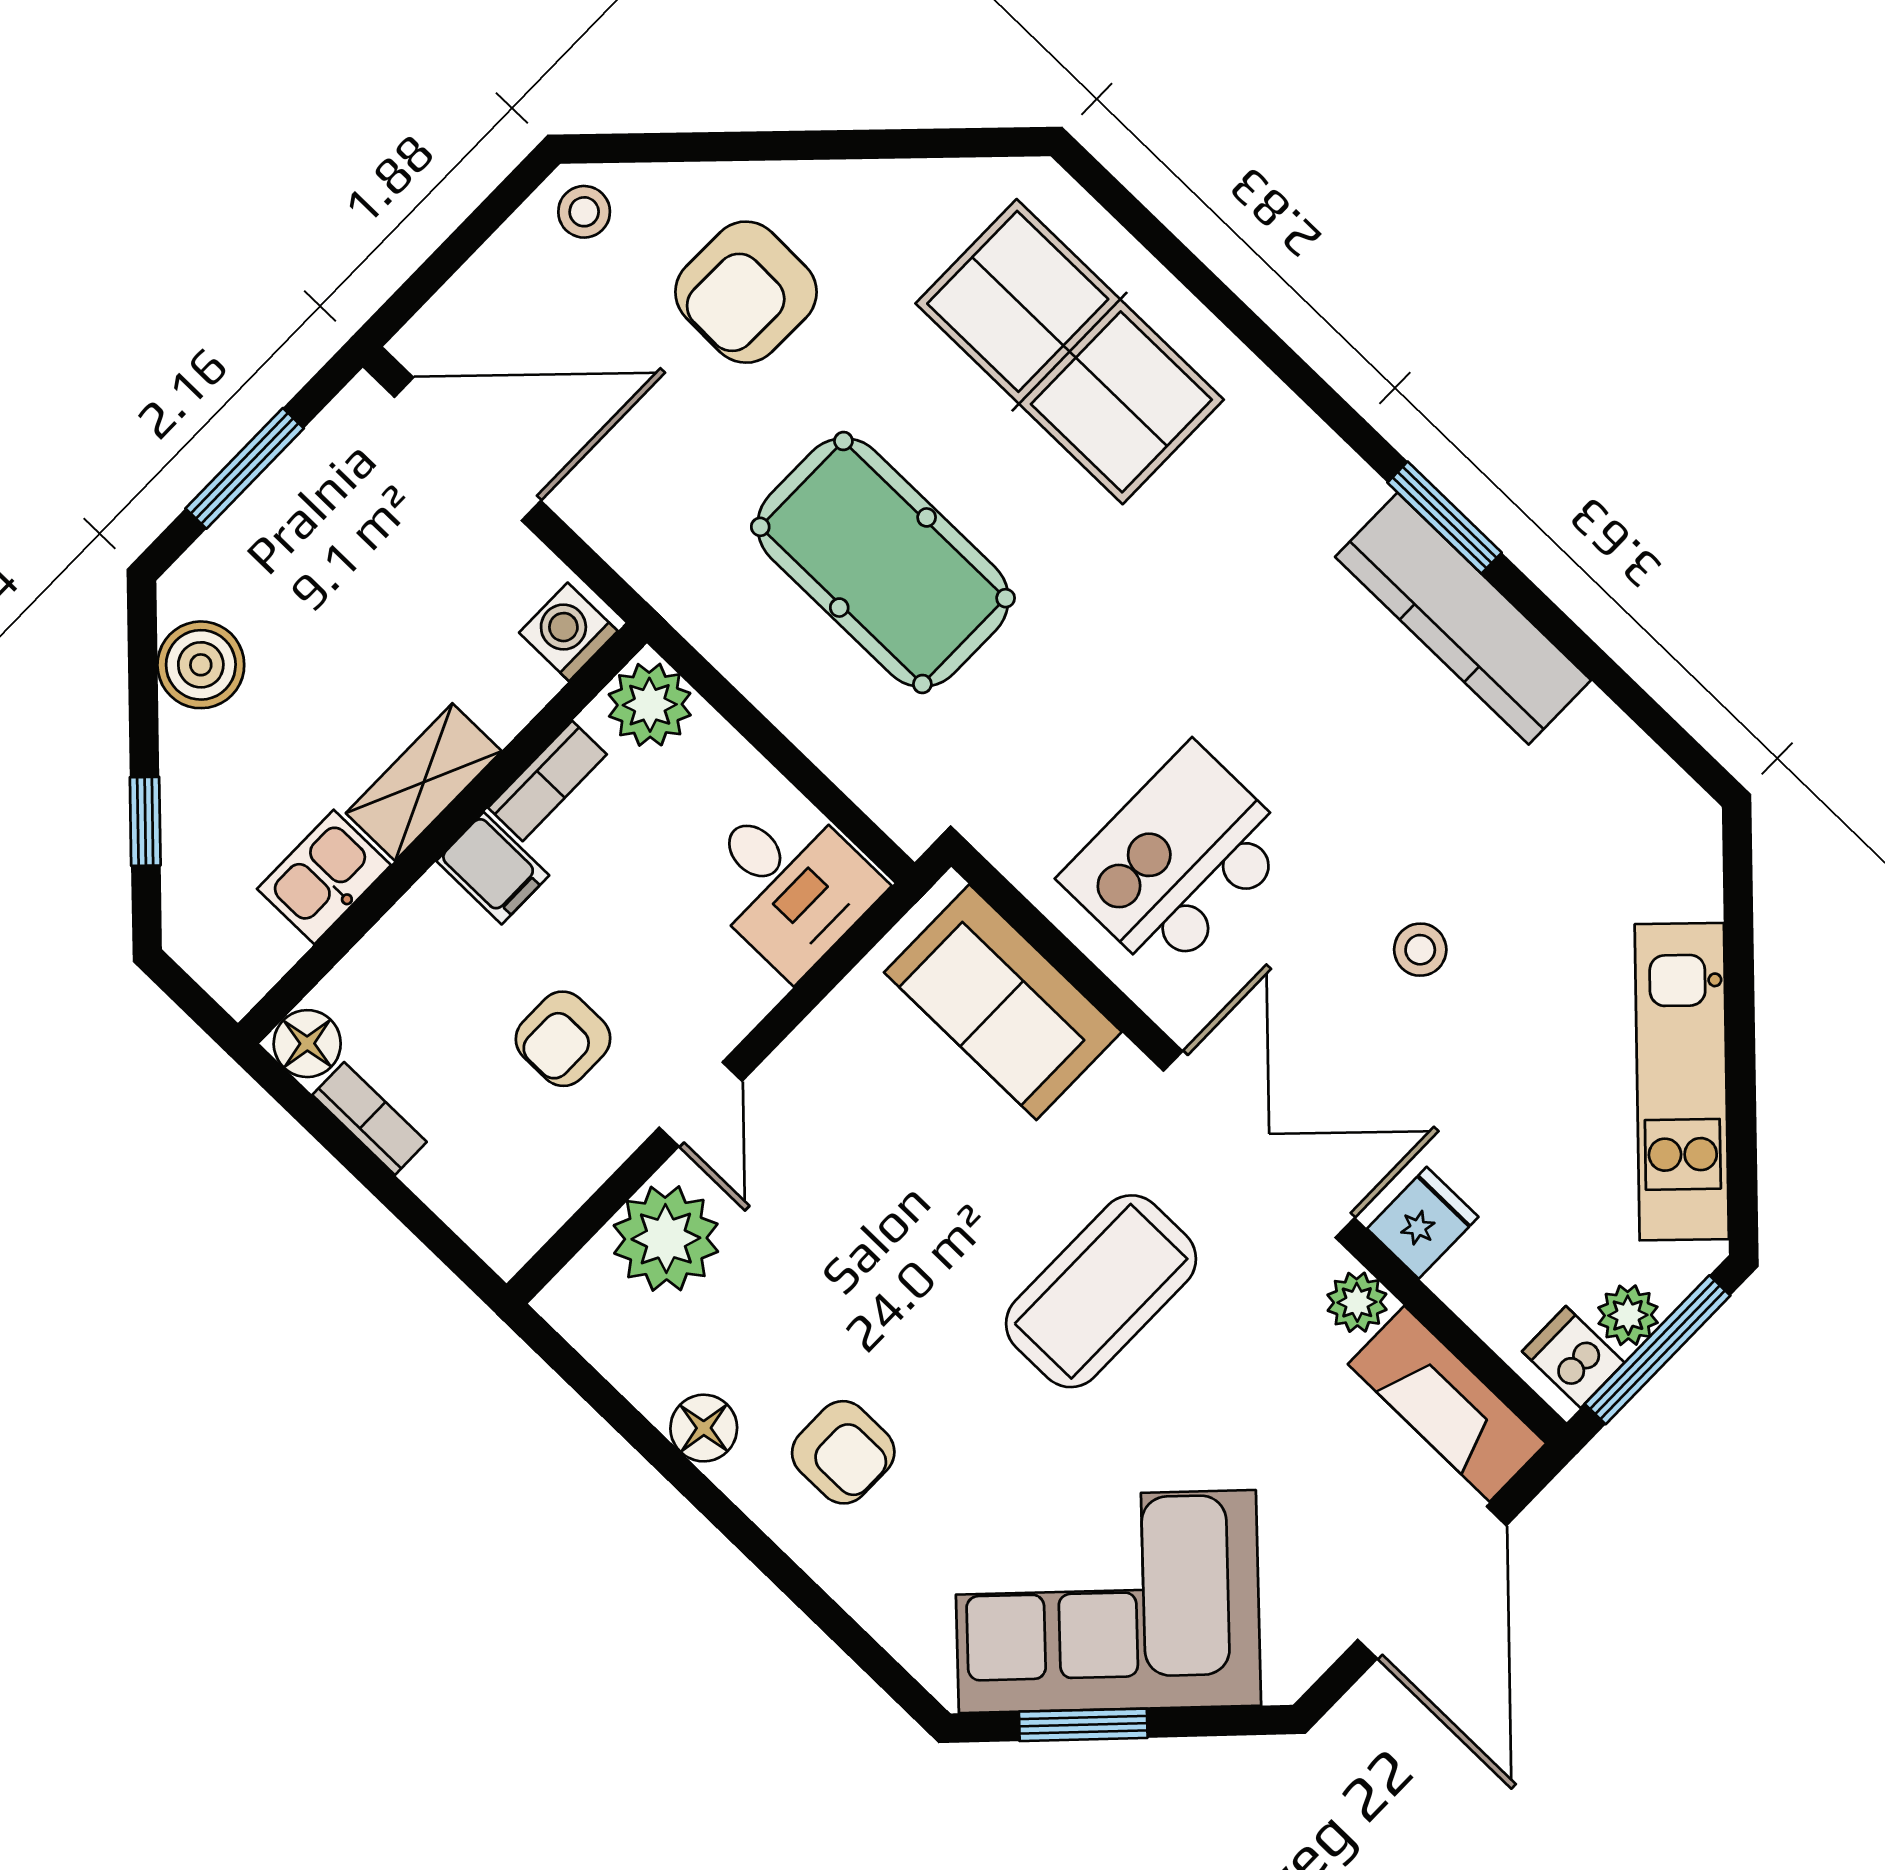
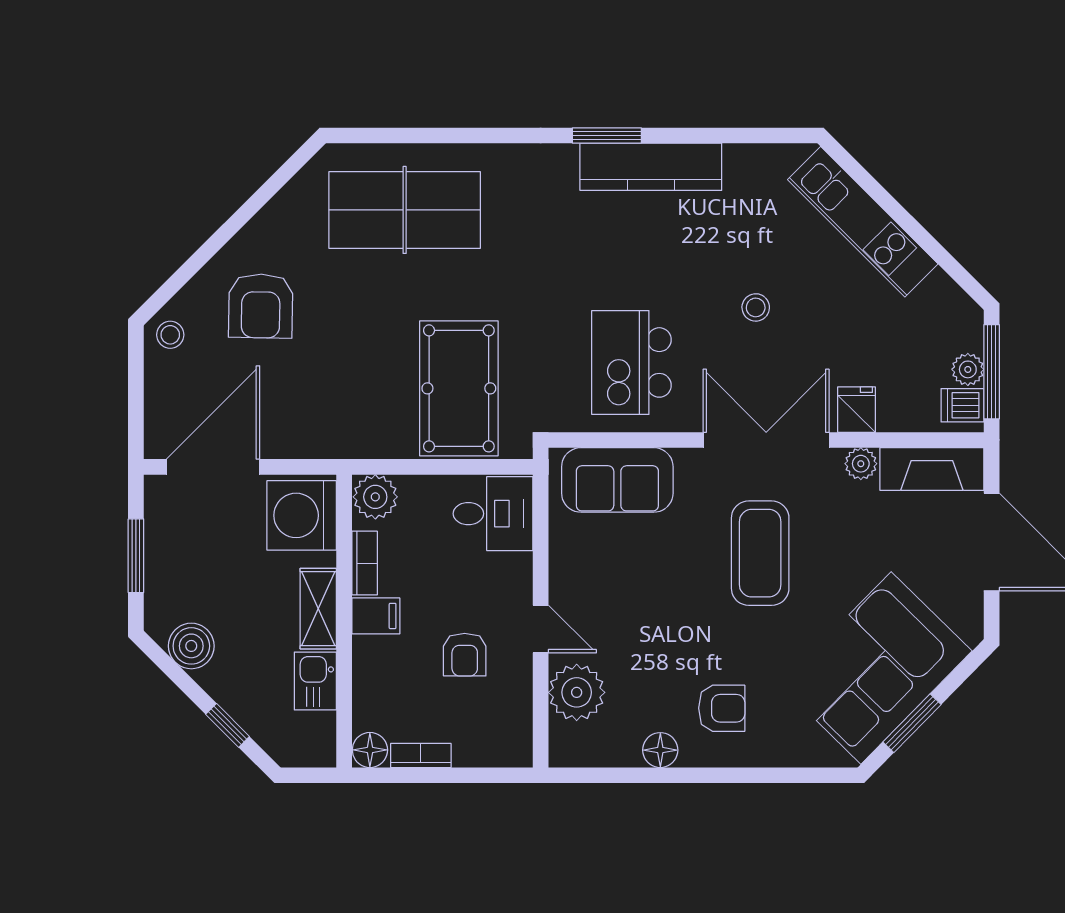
pool table: (883, 562) -> (459, 388), moved, turned 90
washing machine: (568, 632) -> (302, 515), width x1.89, depth x1.89
kitchen unit: (1682, 1082) -> (863, 222), moved

